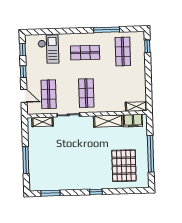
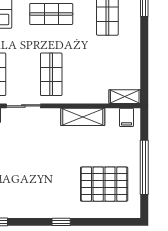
filing cabinet: (133, 121) -> (127, 117), width x0.50
pallet: (124, 166) -> (104, 184), turned 90

